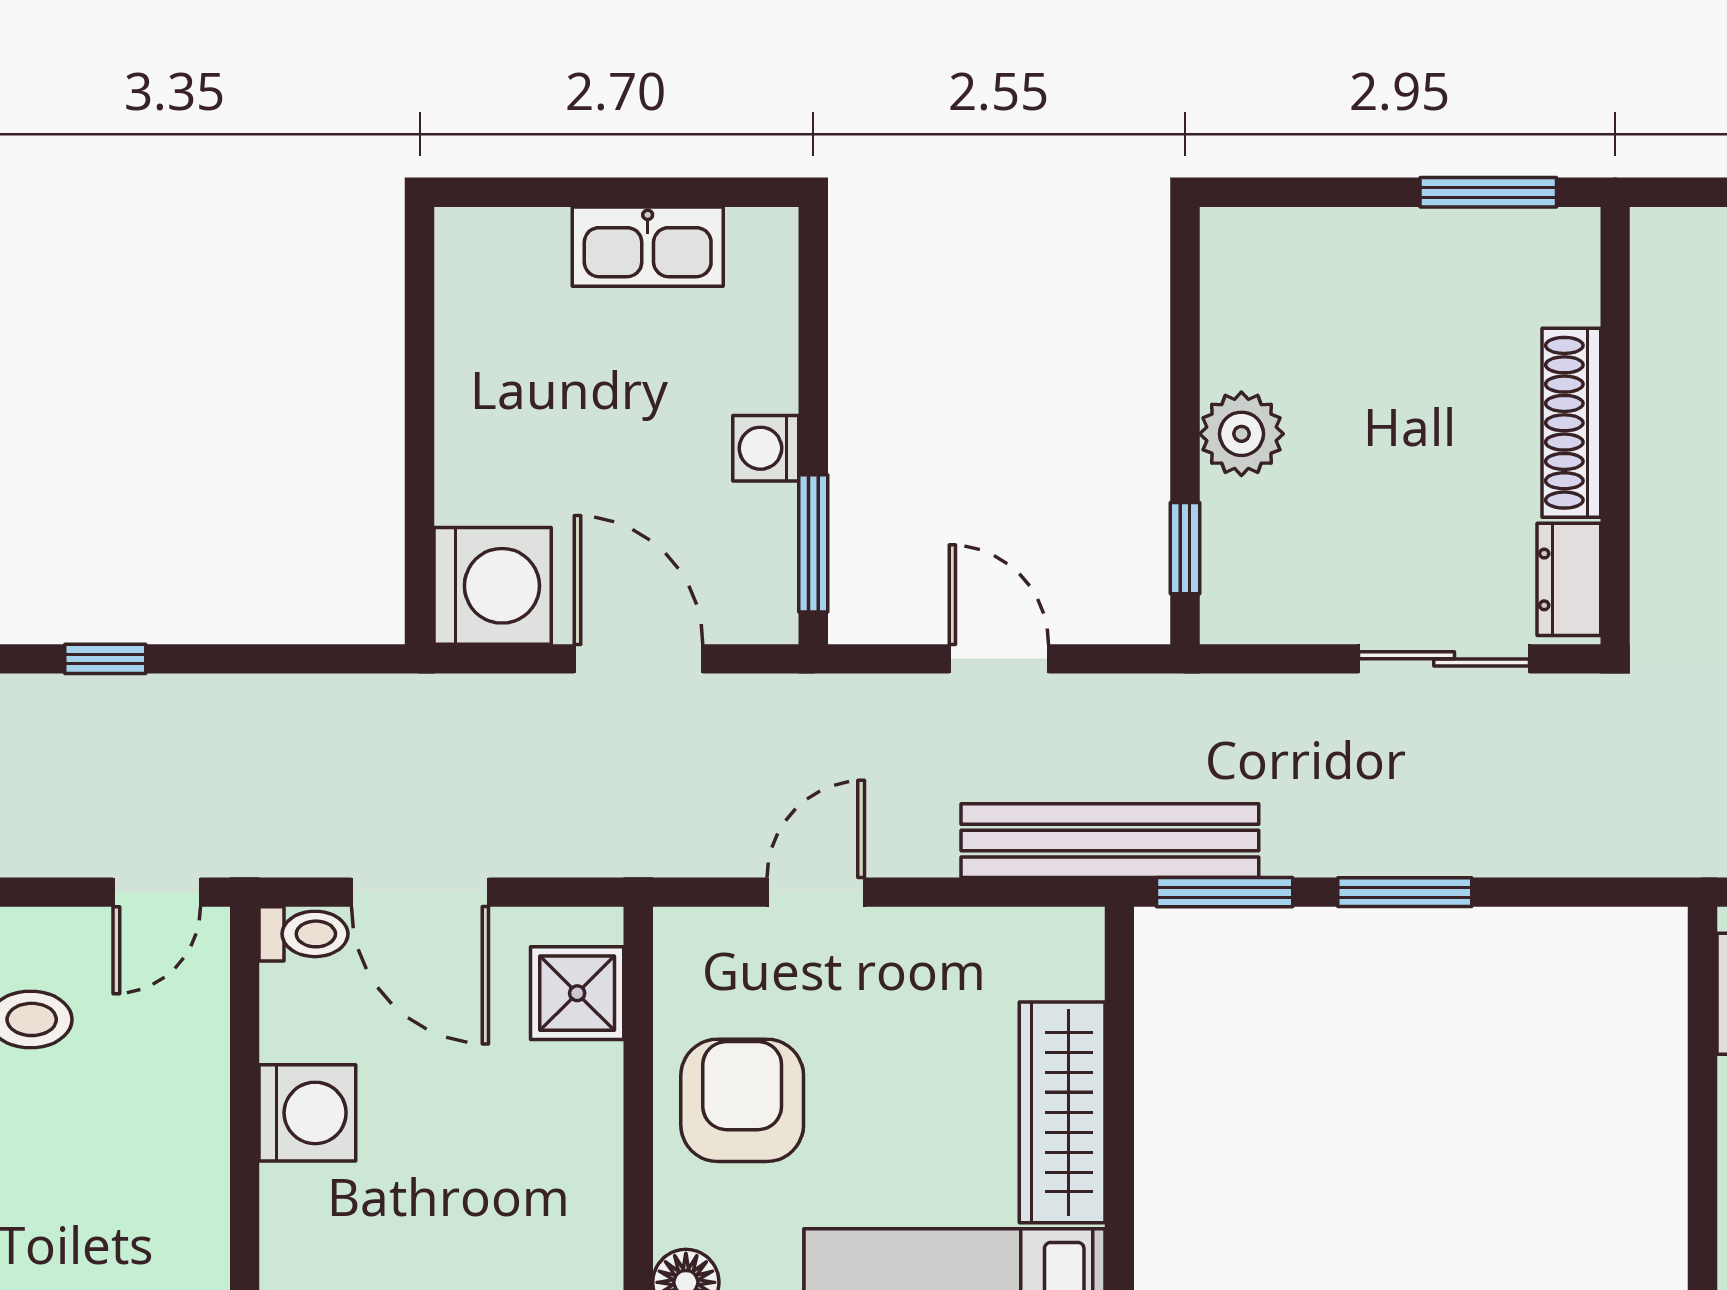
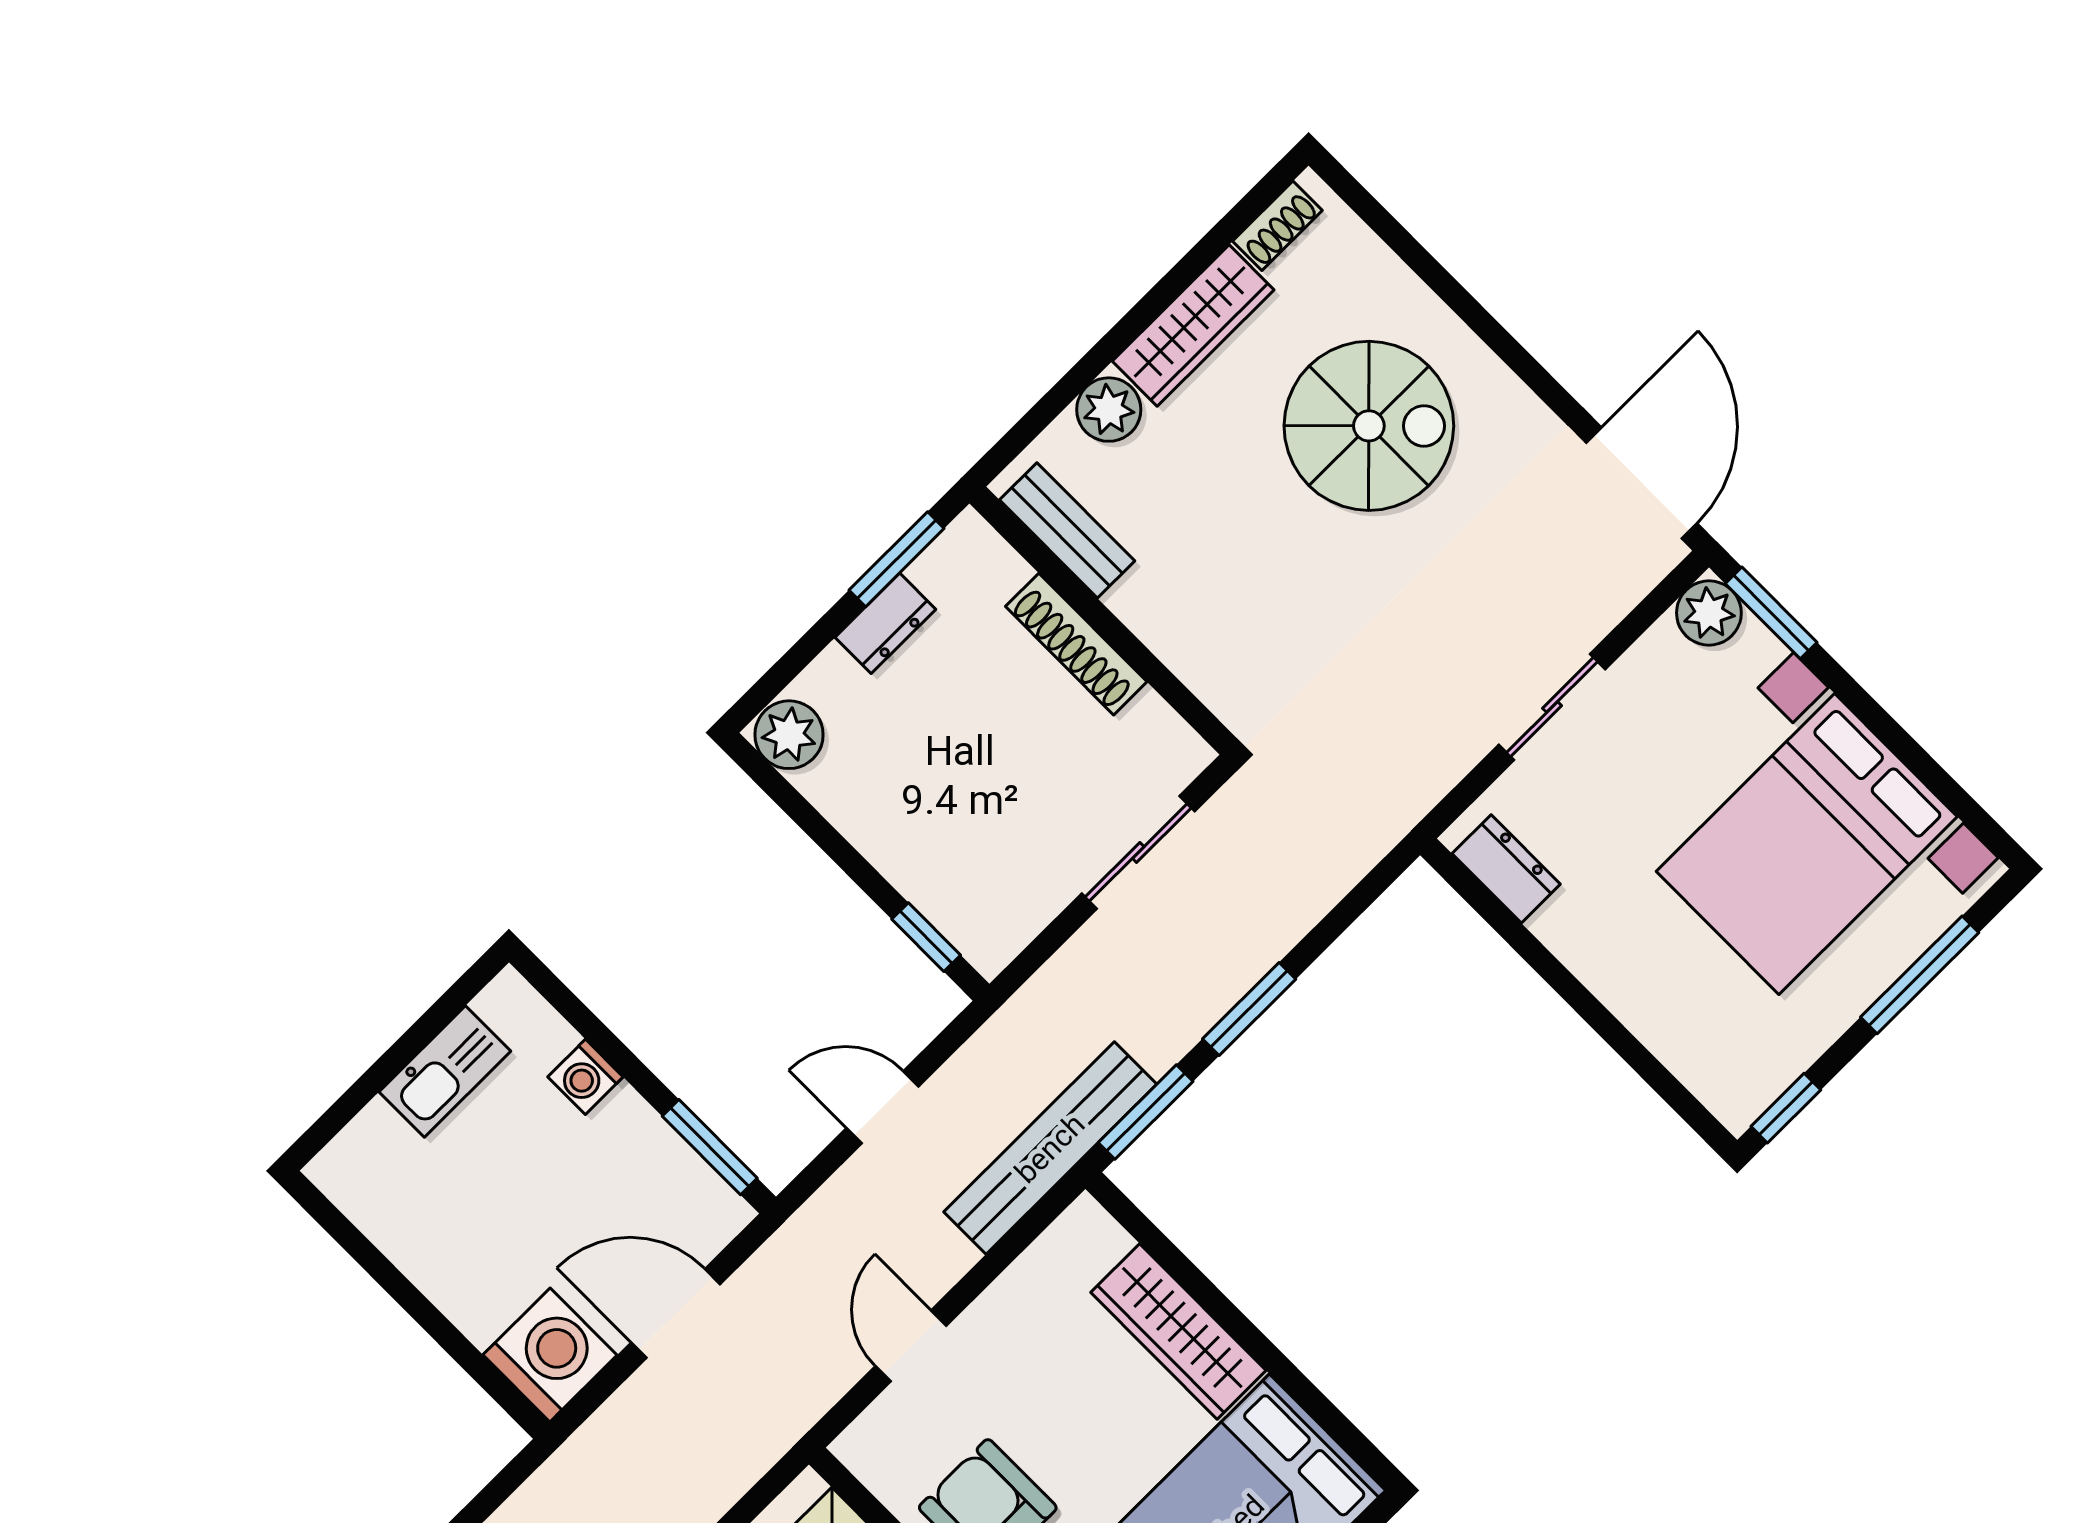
bench: (1662, 316) -> (1067, 530), added
plant: (1241, 434) -> (789, 735), moved
washing machine: (766, 448) -> (585, 1077), moved
dresser: (1569, 579) -> (885, 623), moved, turned -90

